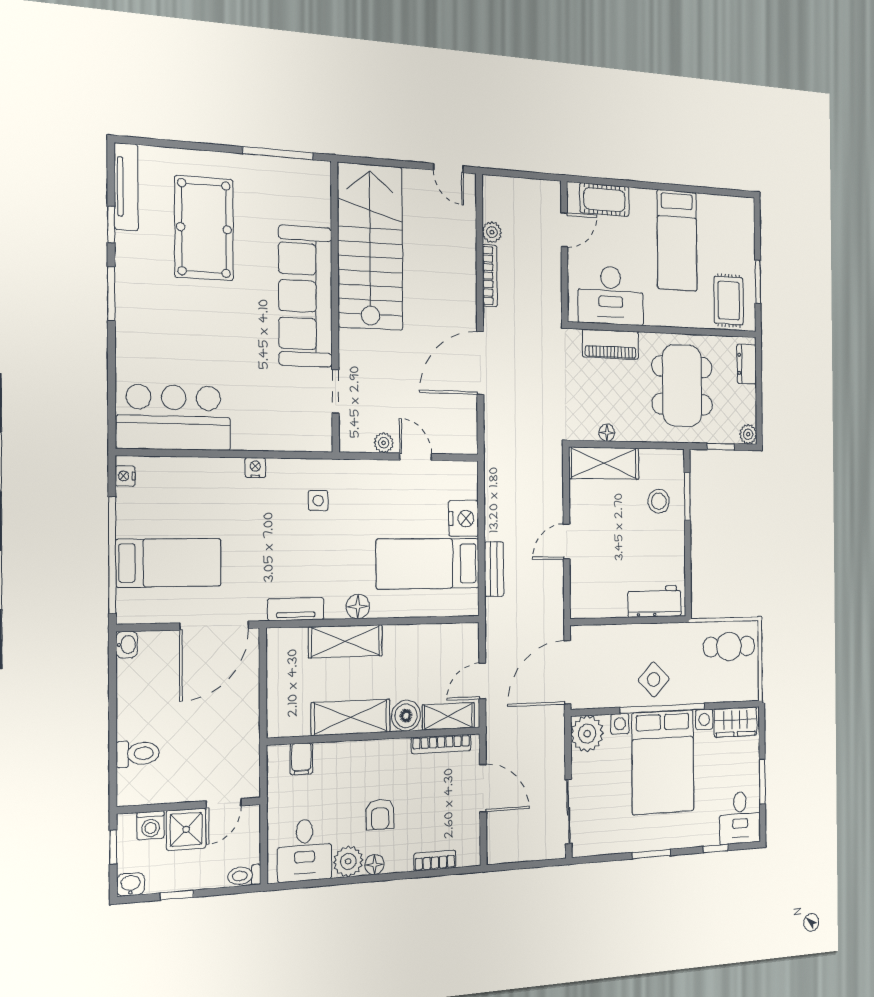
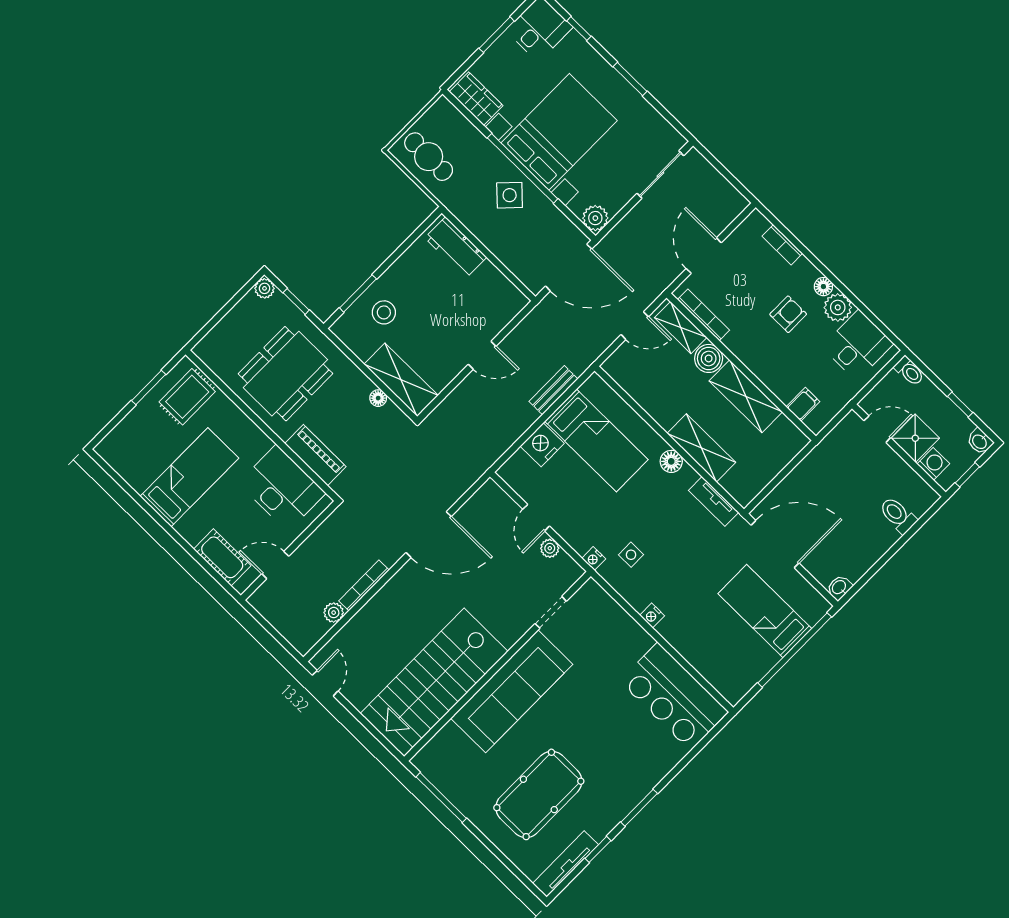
dresser: (747, 364) -> (216, 339), removed
nightstand: (125, 476) -> (594, 559), moved, turned 90
plant: (587, 734) -> (595, 218), width x0.73, depth x0.73

